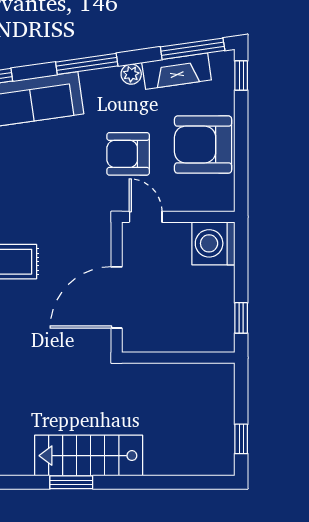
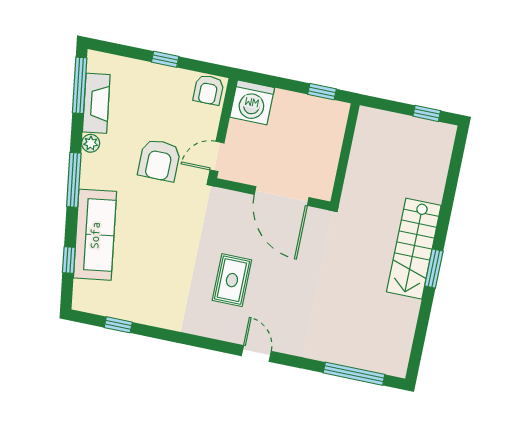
window: (241, 76) -> (165, 59), moved
armchair: (203, 145) -> (208, 90), moved, width x0.53, depth x0.53

